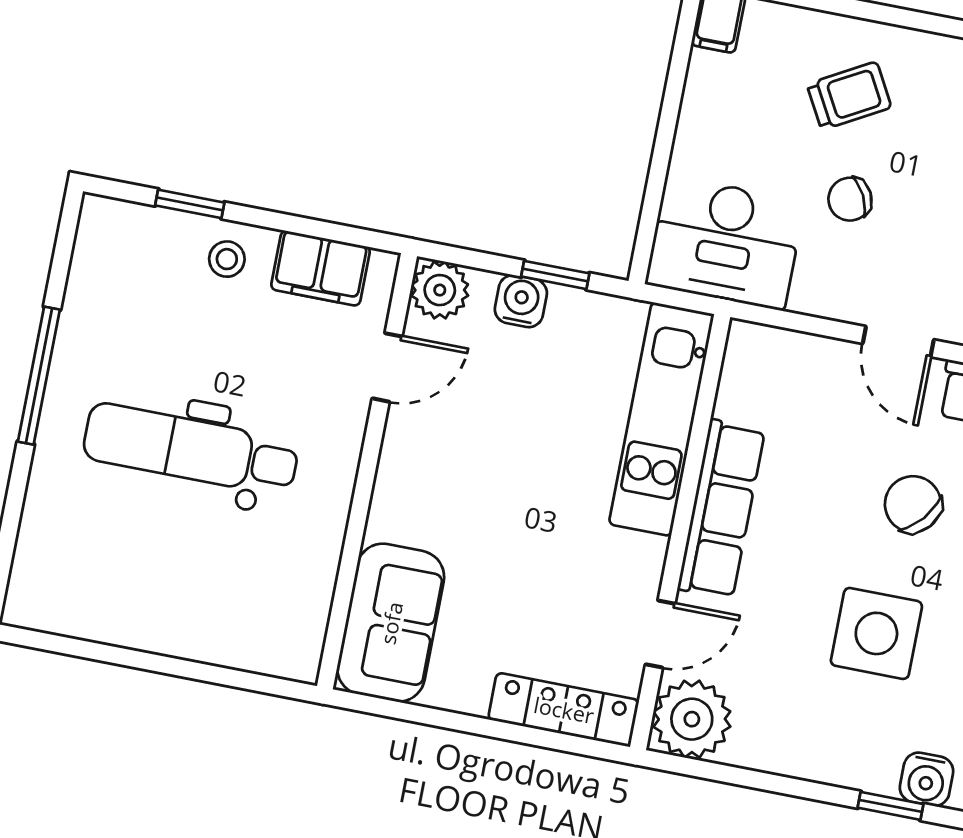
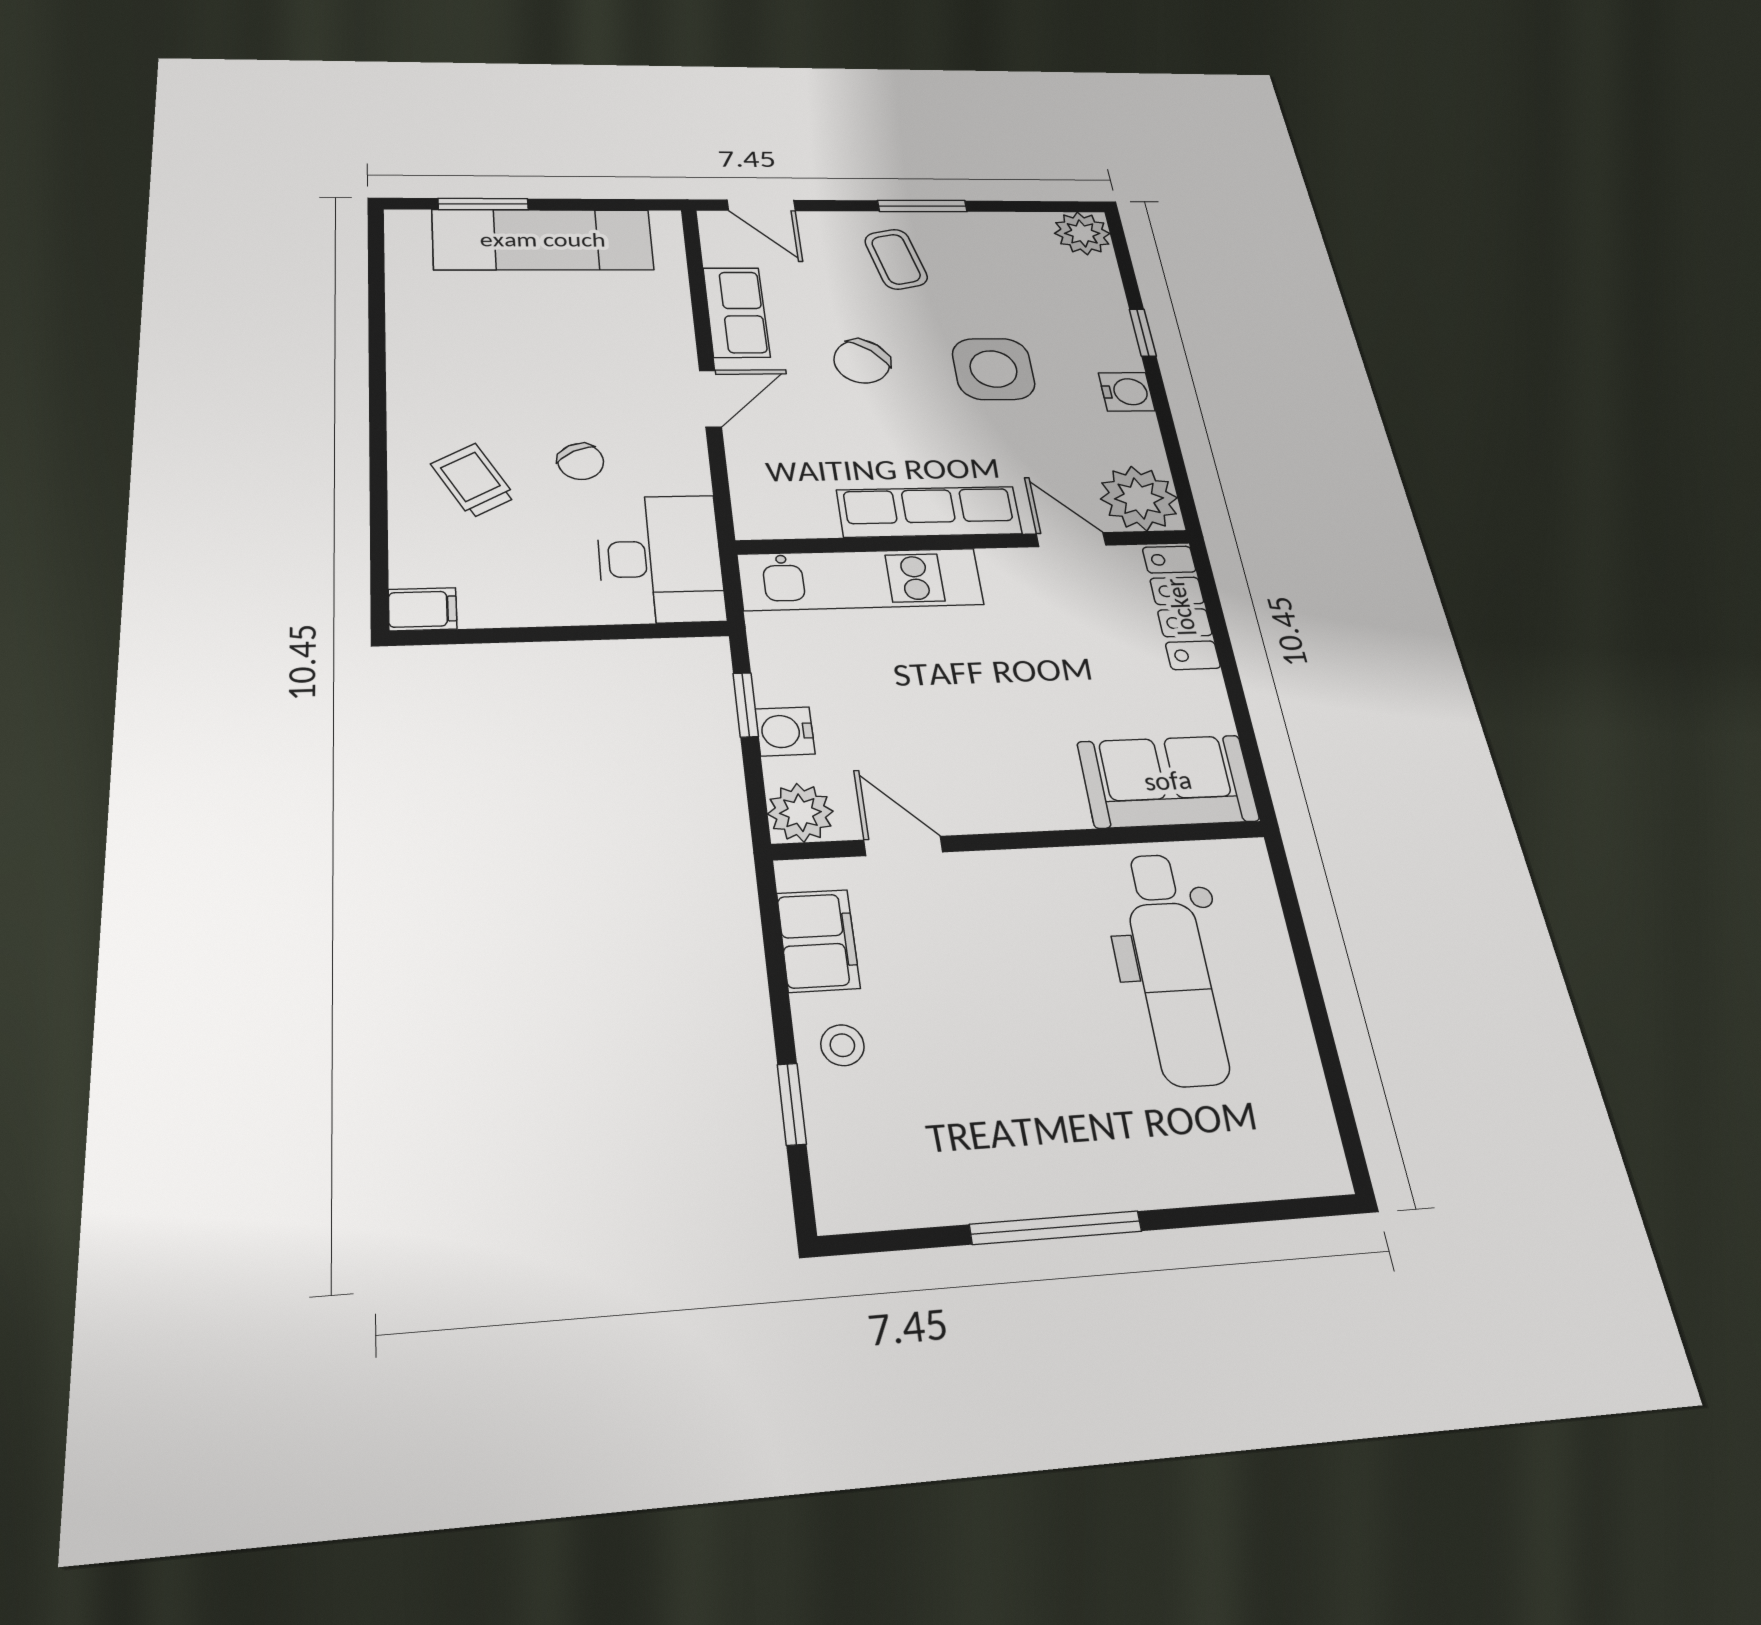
dental chair: (191, 449) -> (1173, 967), moved
water cooler: (927, 779) -> (1127, 392), moved

